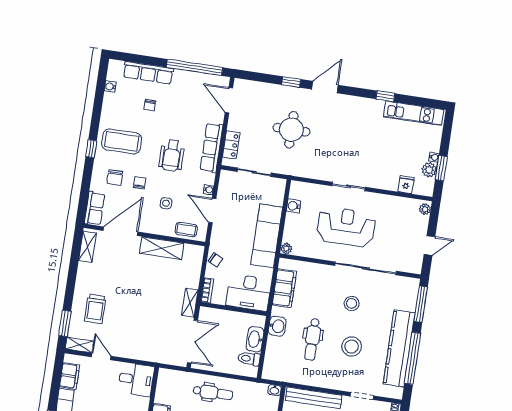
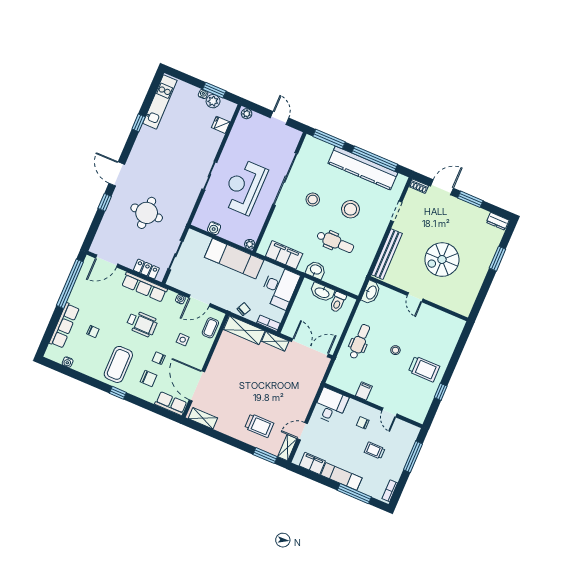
shelving: (162, 248) -> (244, 330), moved, turned 90
washbasin: (275, 390) -> (371, 292), width x1.91, depth x1.45

